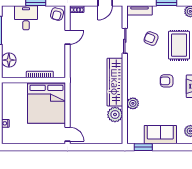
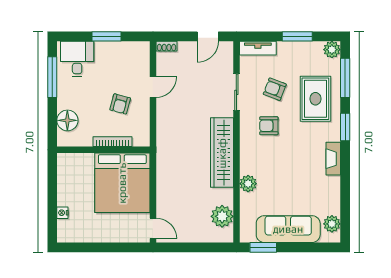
armchair: (57, 14) -> (120, 104), moved
desk: (26, 18) -> (77, 59), moved
armchair: (167, 81) -> (269, 126), moved
plant: (115, 115) -> (222, 216), moved
sofa: (160, 135) -> (288, 229), width x1.36

